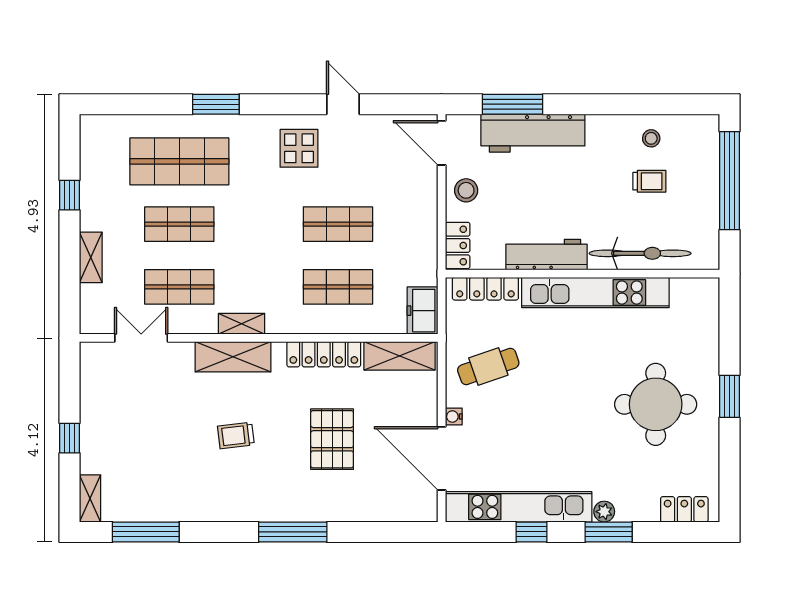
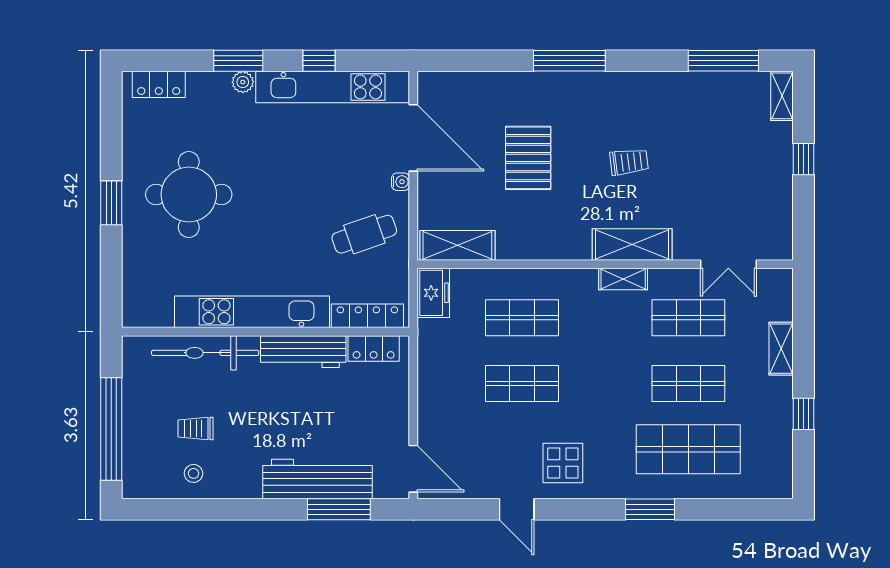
stool: (466, 190) -> (388, 419), removed
locker: (458, 245) -> (374, 348), moved, turned -90
locker: (324, 354) -> (537, 247), removed

